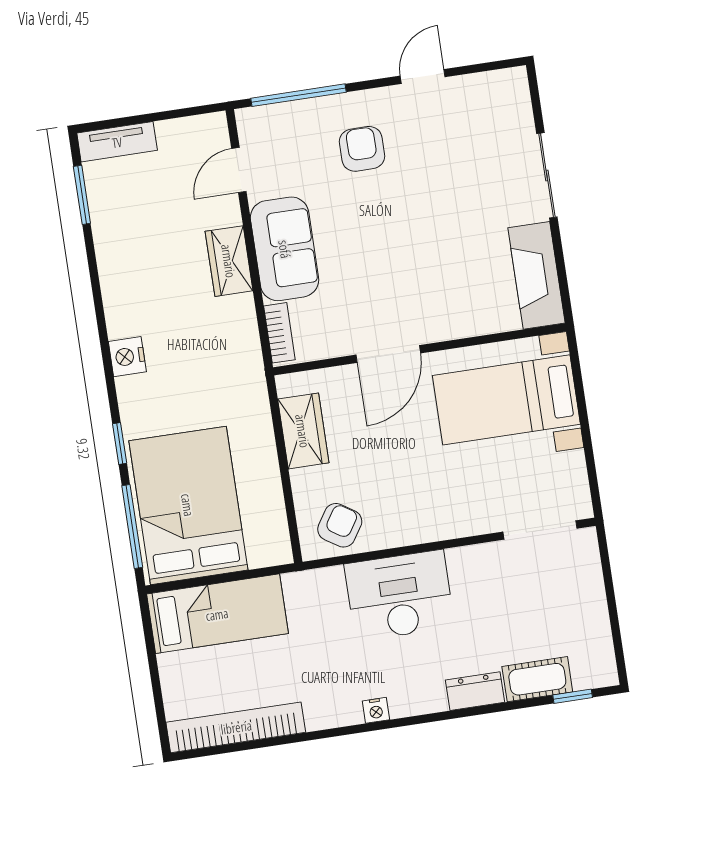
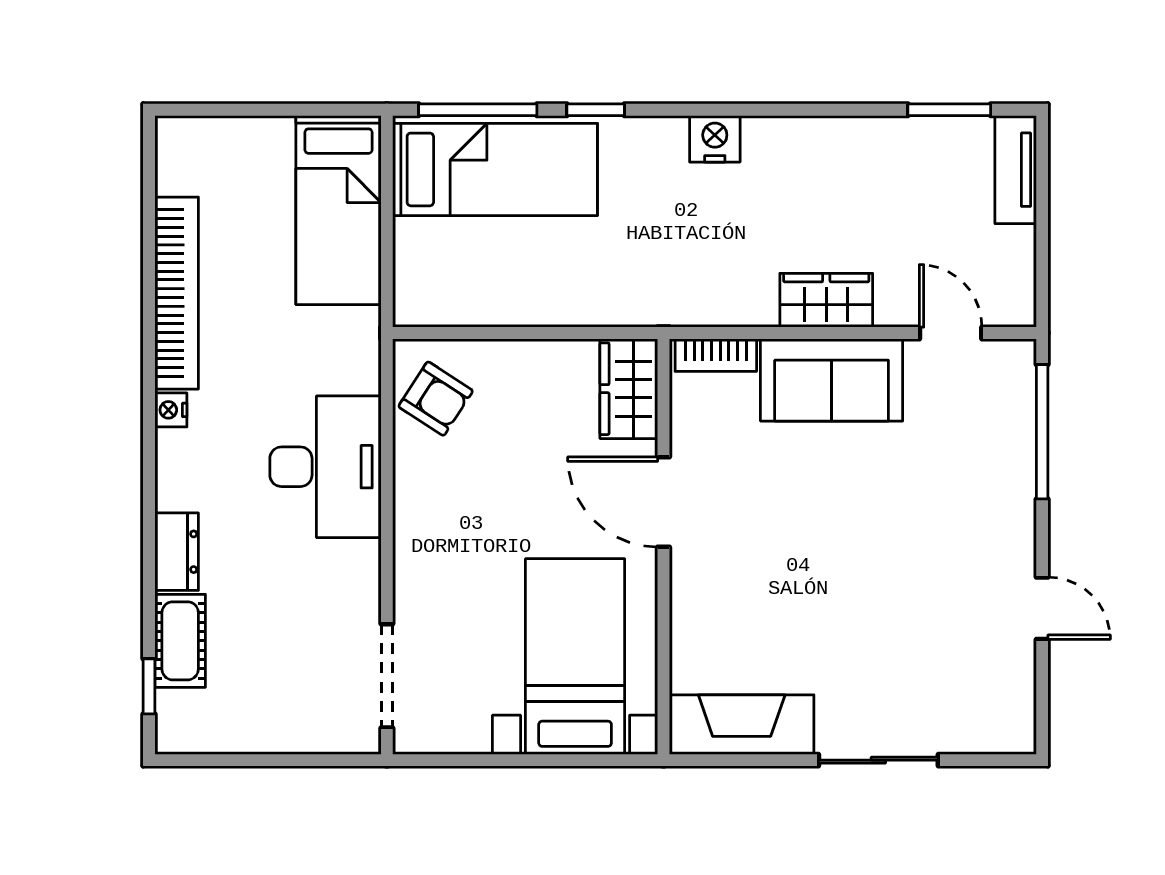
armchair: (362, 149) -> (954, 509), removed
wardrobe: (303, 431) -> (629, 389), moved, turned 90
bed: (188, 505) -> (495, 169), width x0.67
bookcase: (236, 727) -> (177, 293), moved

